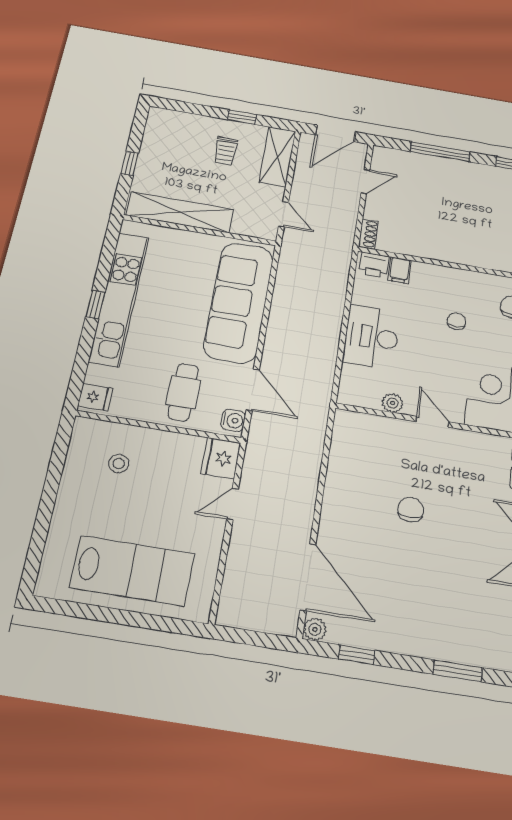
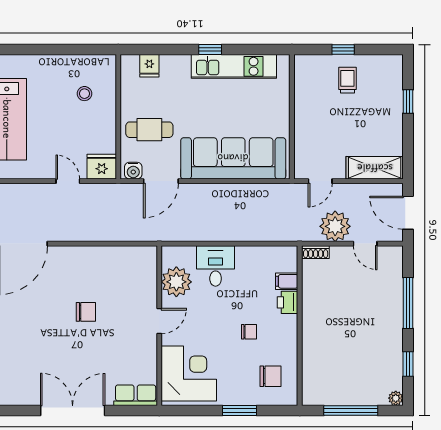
window: (242, 117) -> (408, 102), moved
trolley: (226, 151) -> (347, 80), moved, turned 90
plant: (340, 208) -> (335, 226), added
shelving: (180, 212) -> (305, 98), removed
printer: (374, 265) -> (288, 302), moved
kitchen unit: (119, 299) -> (234, 66), width x0.73
desk: (371, 337) -> (216, 266), width x0.73
fridge: (95, 397) -> (149, 66), moved
plant: (393, 403) -> (176, 282), width x1.88, depth x1.88

